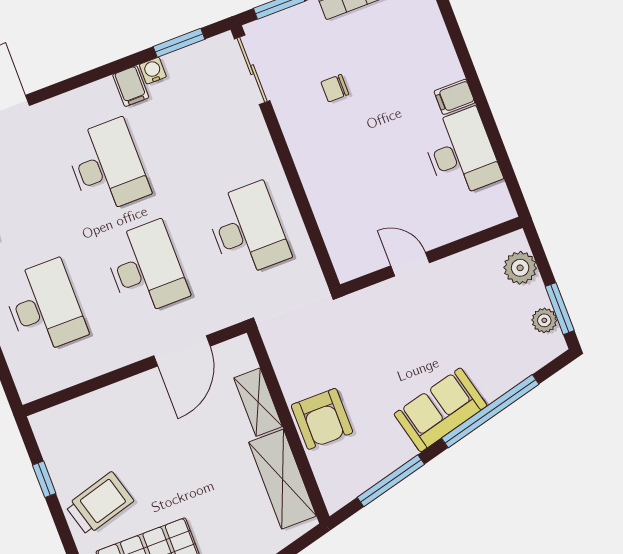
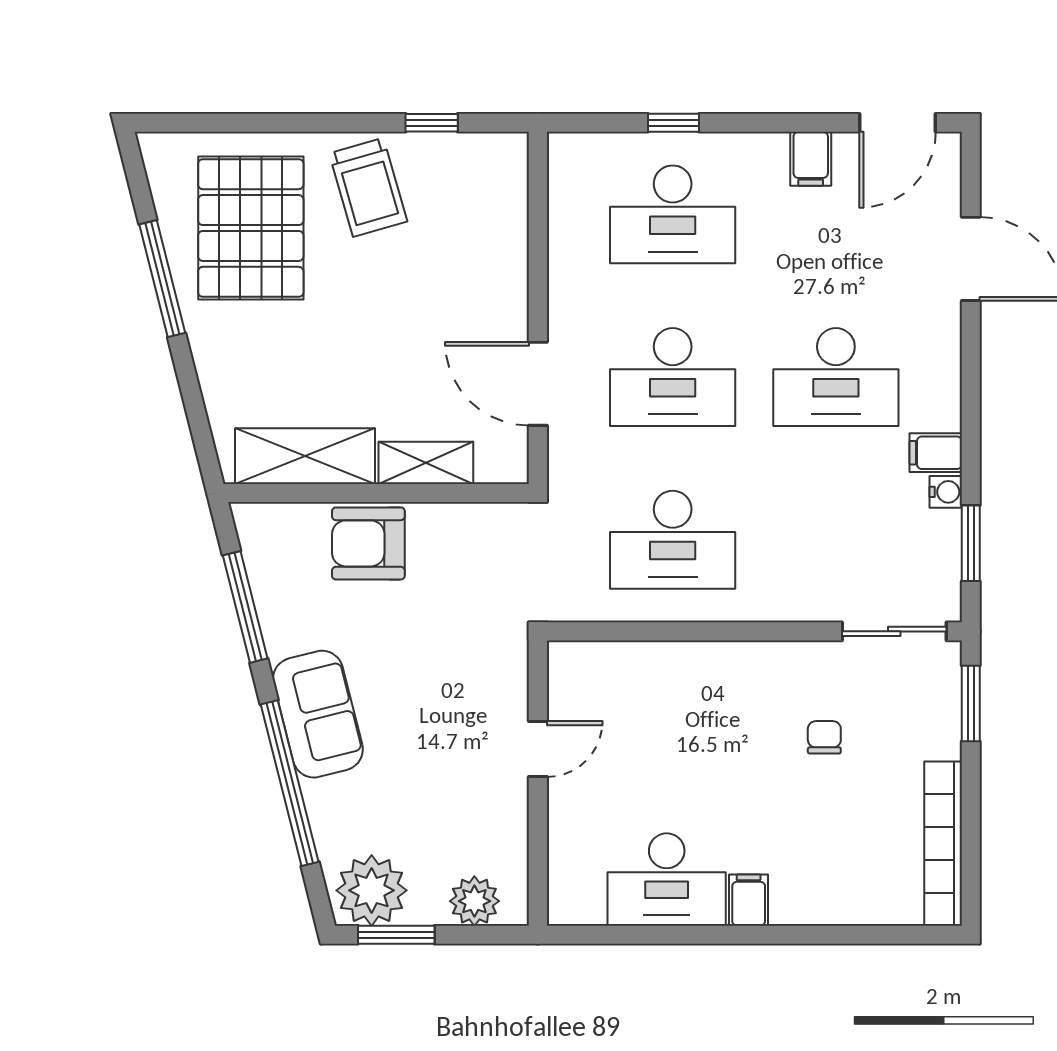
plant: (544, 320) -> (372, 890), width x1.88, depth x1.88

